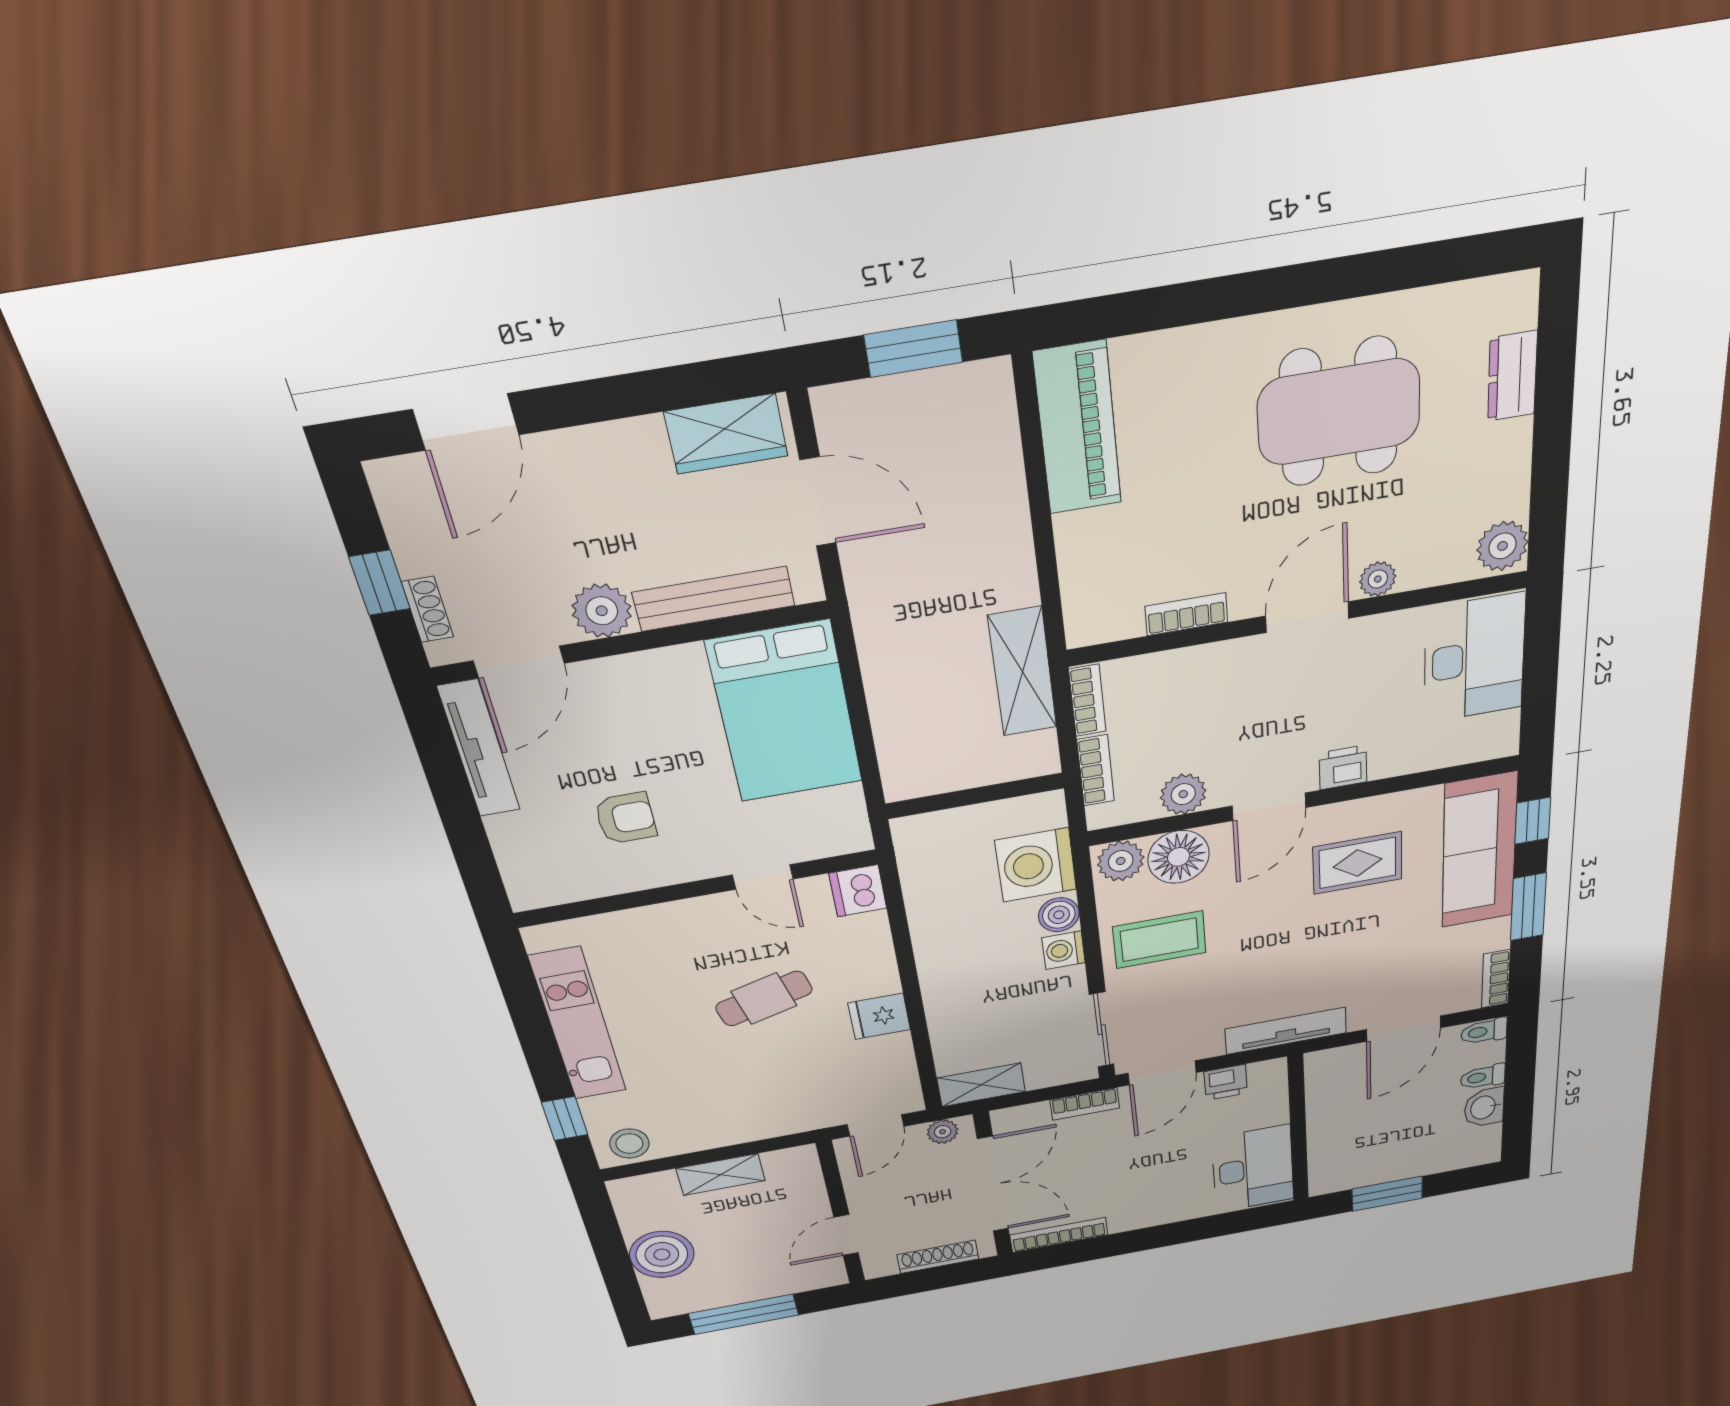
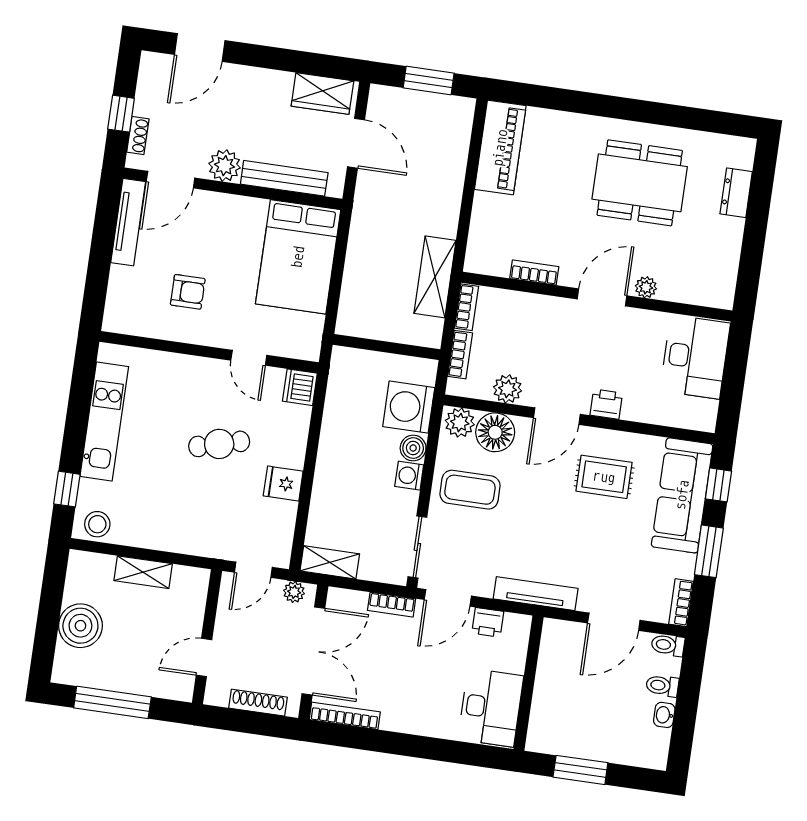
plant: (1502, 546) -> (720, 291), removed
washbasin: (1484, 1107) -> (664, 715), width x0.72, depth x0.69

